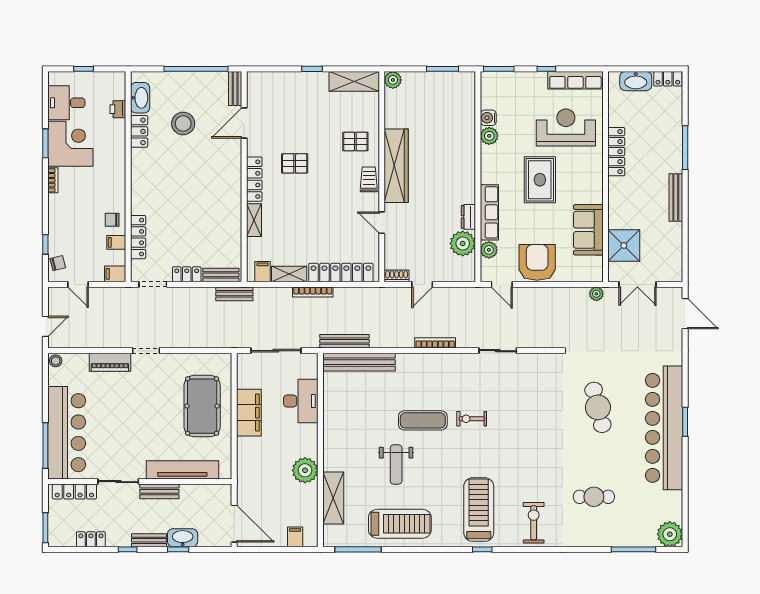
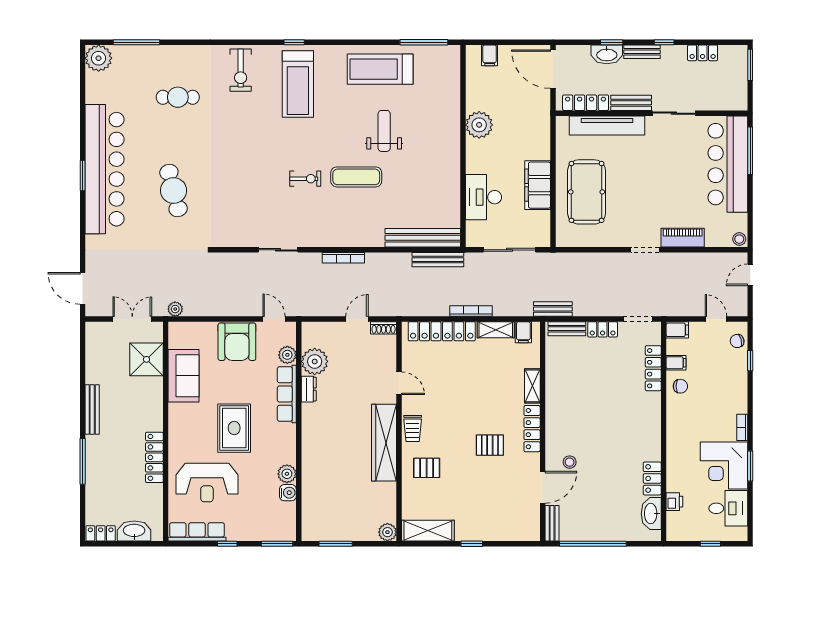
stool: (183, 123) -> (570, 462), moved, width x0.53, depth x0.53
locker: (74, 492) -> (586, 103), moved
shelving: (333, 498) -> (450, 96), removed

